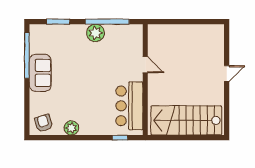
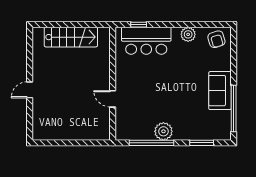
bar counter: (129, 106) -> (146, 41), moved, turned 90
stairs: (186, 120) -> (71, 37), width x0.73, depth x0.66

